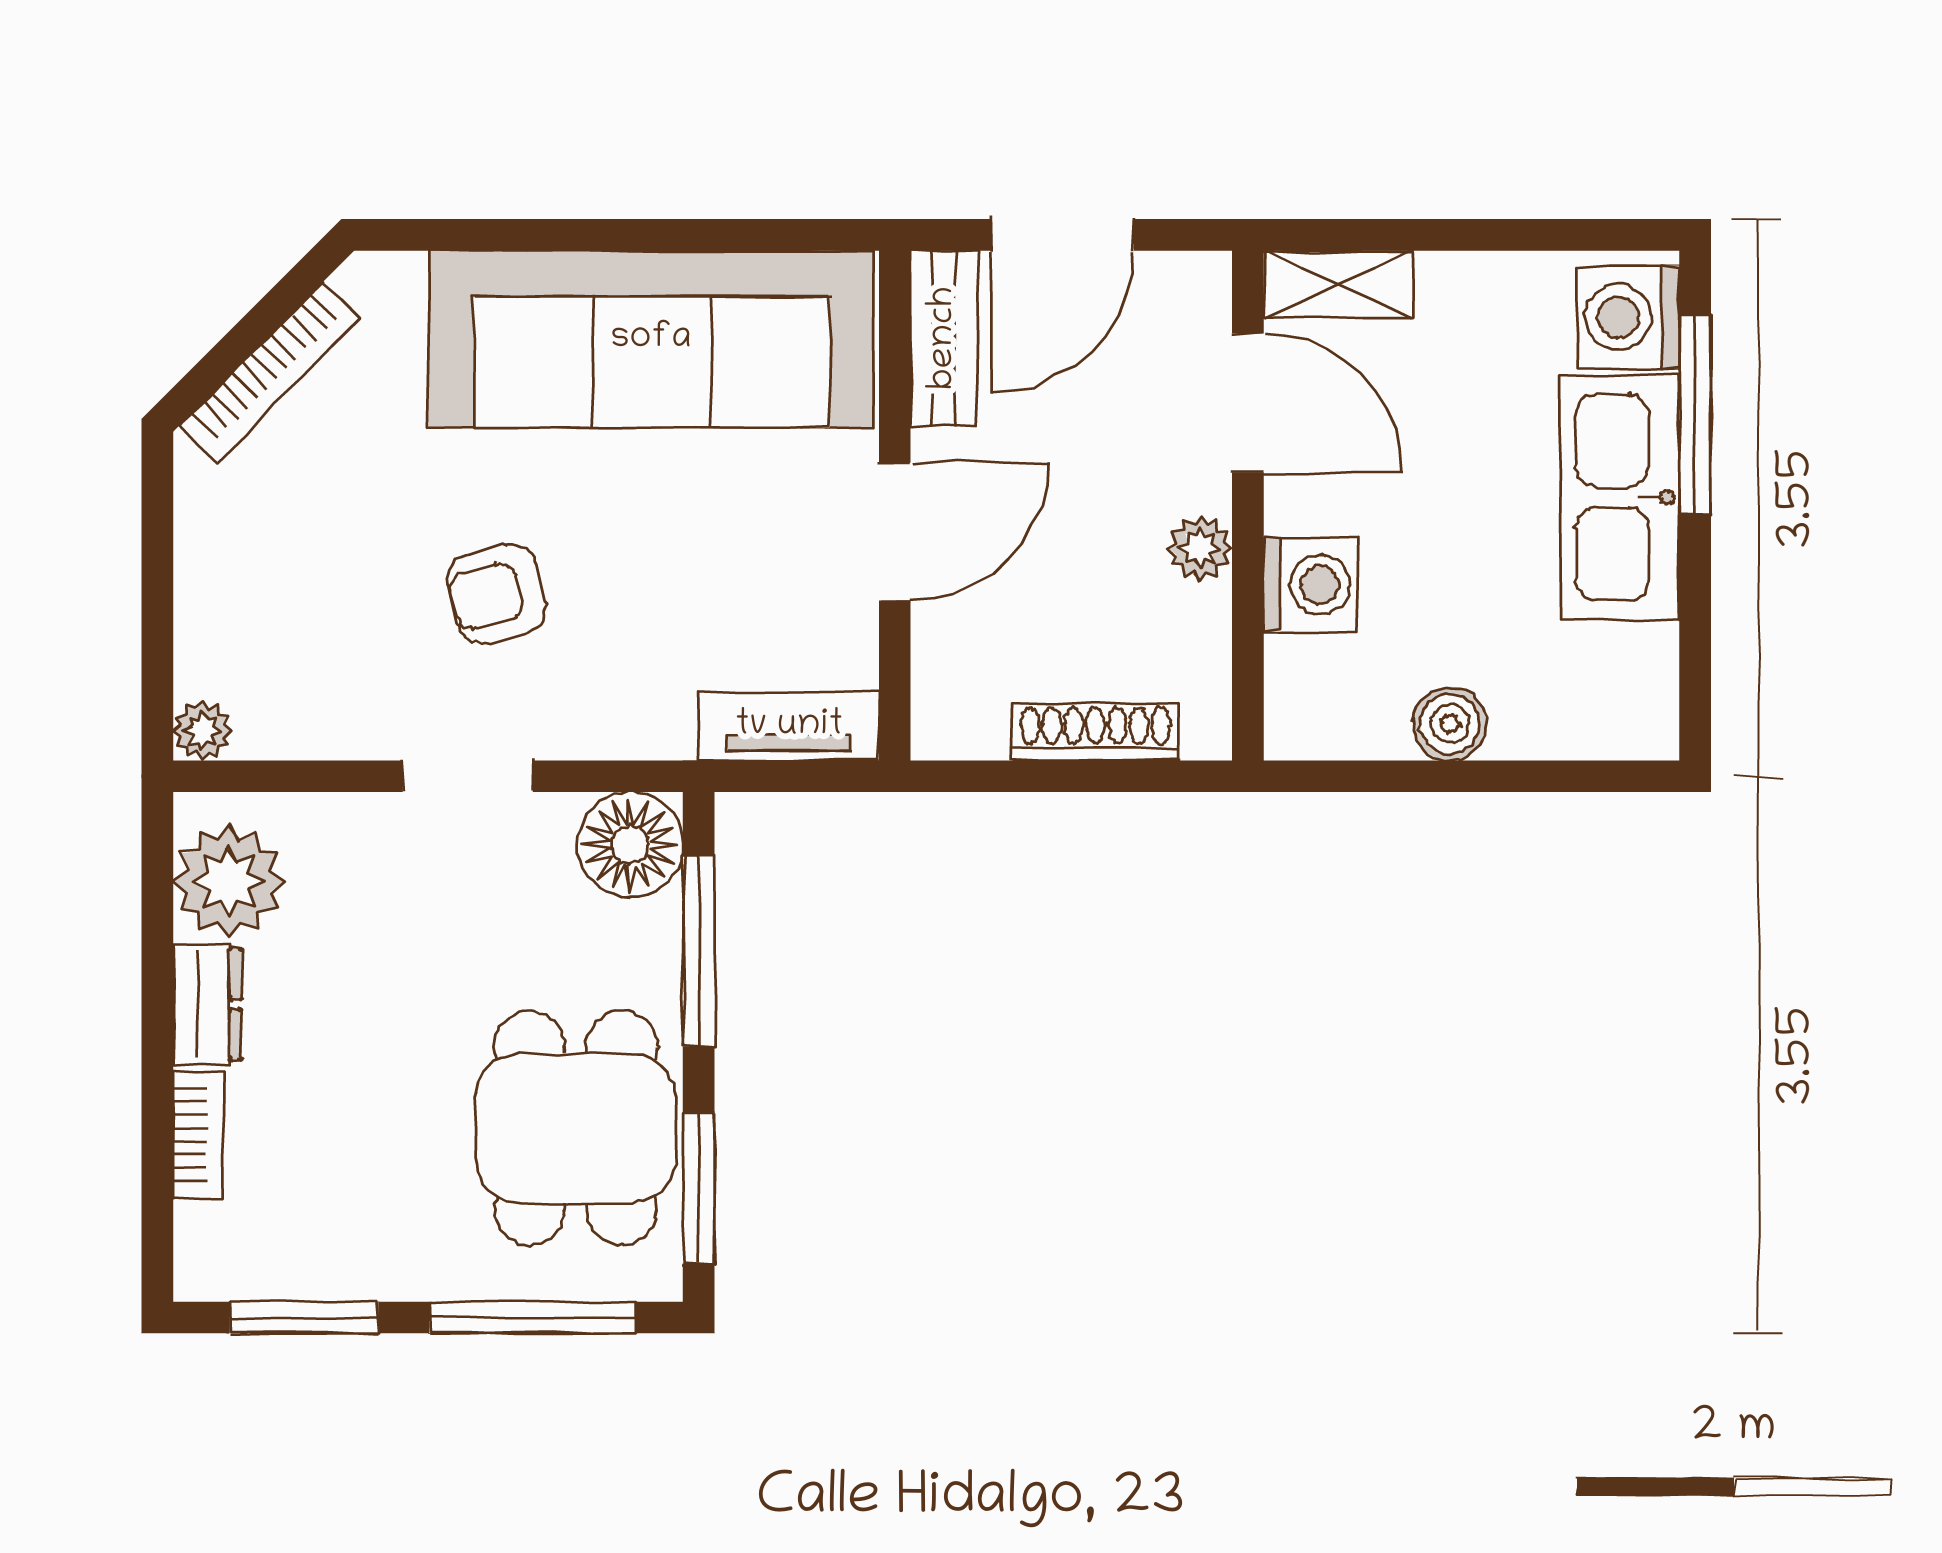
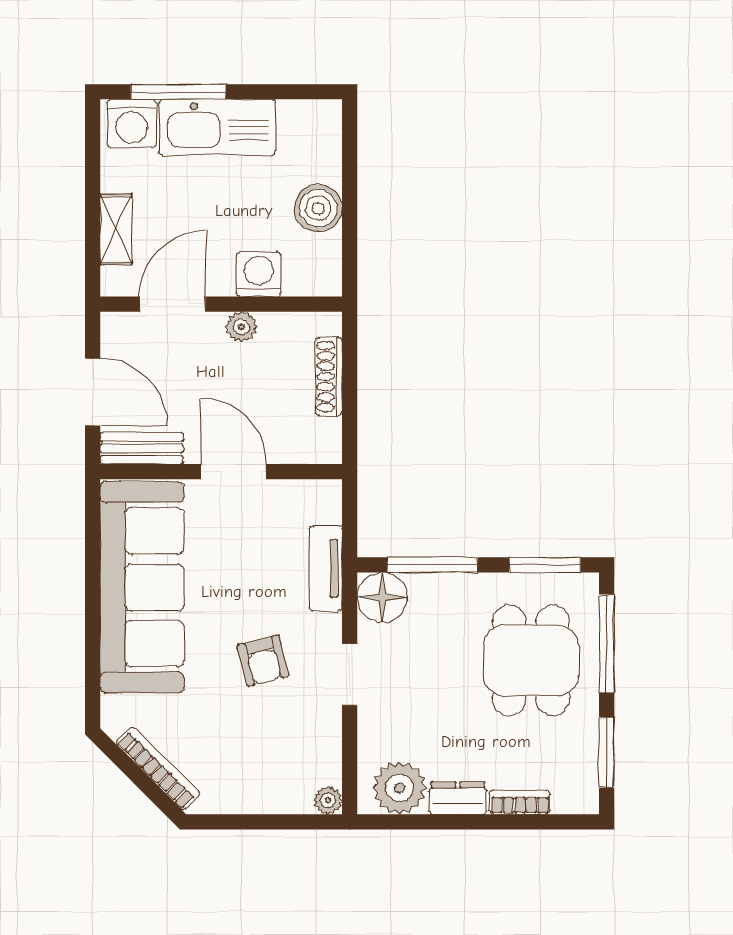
shelving: (1338, 284) -> (116, 229), moved
boiler: (1450, 724) -> (318, 208), width x1.36, depth x1.36
tv unit: (789, 726) -> (326, 568), moved
dining table: (576, 1128) -> (531, 660), moved, turned 90

